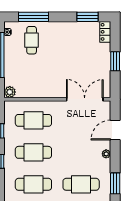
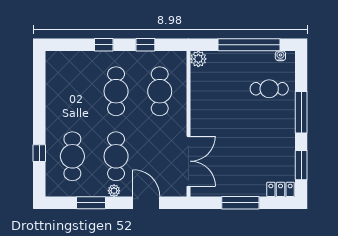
window: (33, 17) -> (301, 112), moved
window: (115, 61) -> (240, 203), width x1.44
window: (115, 183) -> (91, 203), moved
cafe table: (33, 184) -> (116, 156), moved

